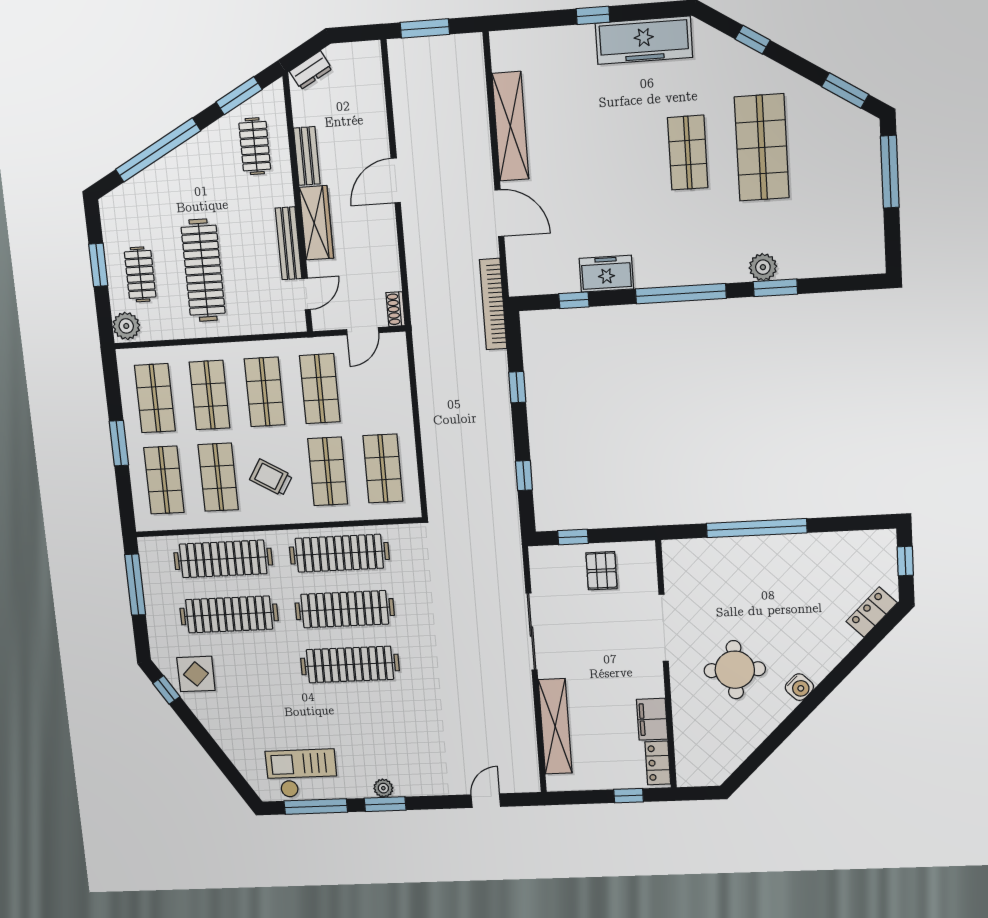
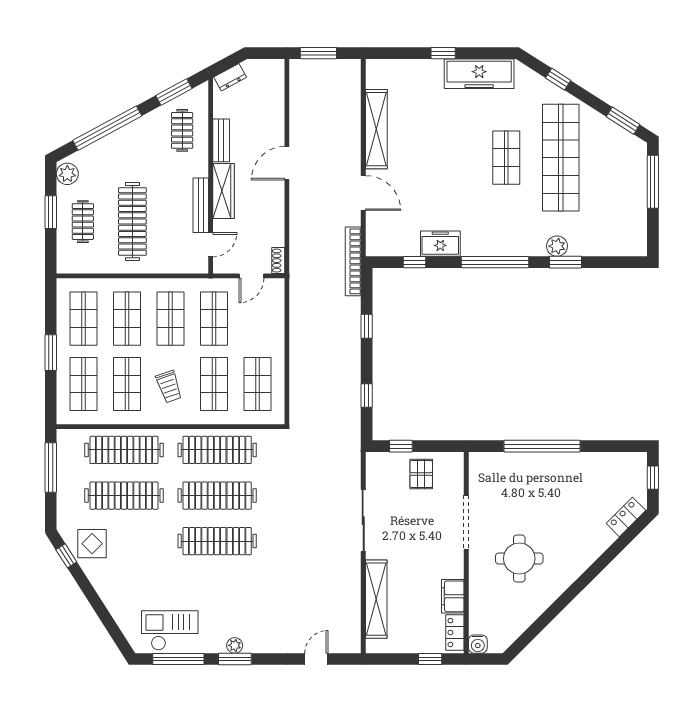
shop shelf: (762, 147) -> (561, 158), width x1.40
plant: (126, 326) -> (67, 174), moved
trolley: (271, 478) -> (169, 387), turned -140
water cooler: (799, 687) -> (478, 644), moved, turned 45

